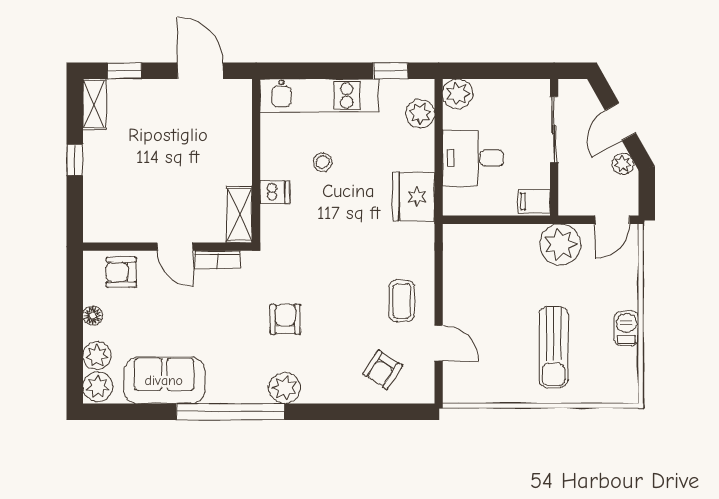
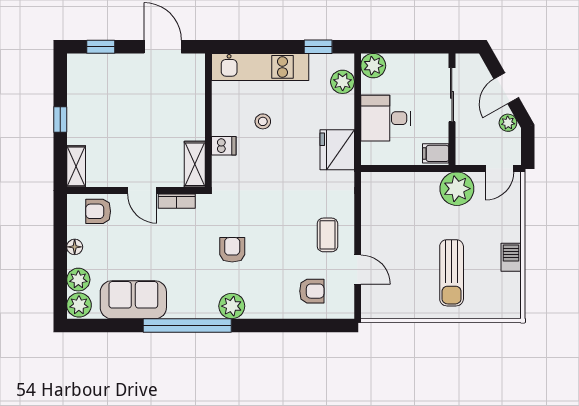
shelving: (94, 104) -> (76, 166), moved
armchair: (383, 370) -> (312, 291), turned -123

